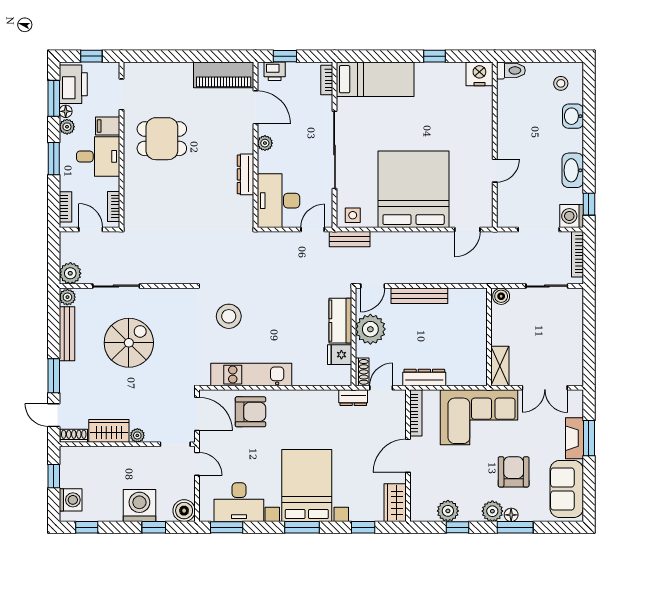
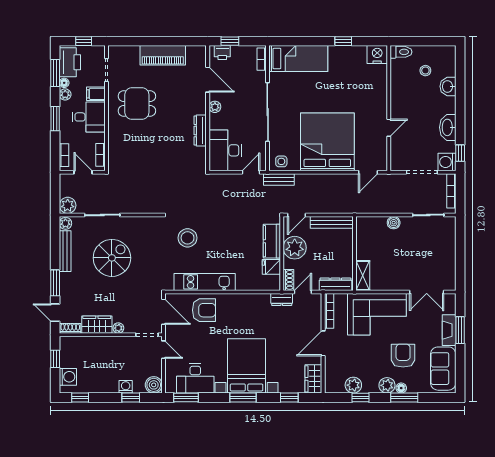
piano: (224, 75) -> (163, 55), moved
stool: (561, 83) -> (425, 71), moved
wall: (489, 337) -> (355, 253), moved
shelving: (500, 366) -> (363, 275), moved
washing machine: (139, 506) -> (126, 387), width x0.53, depth x0.53

